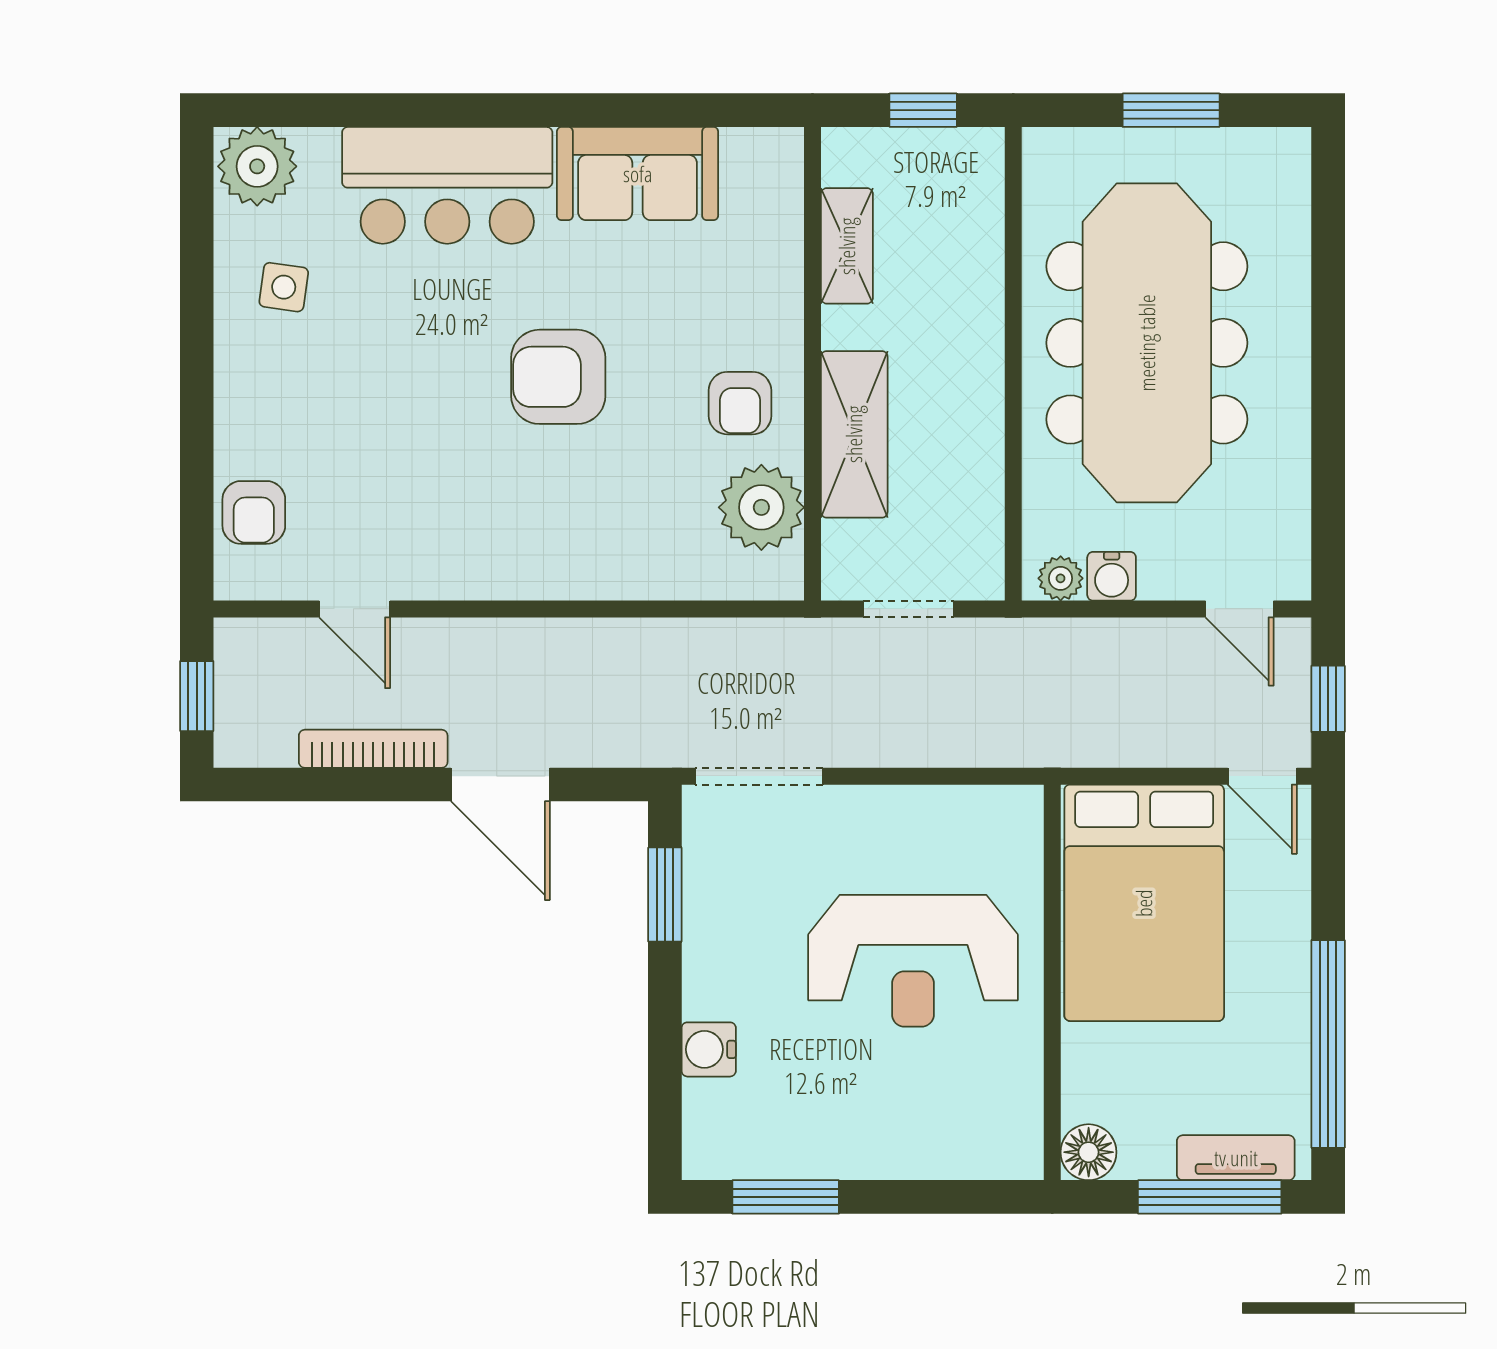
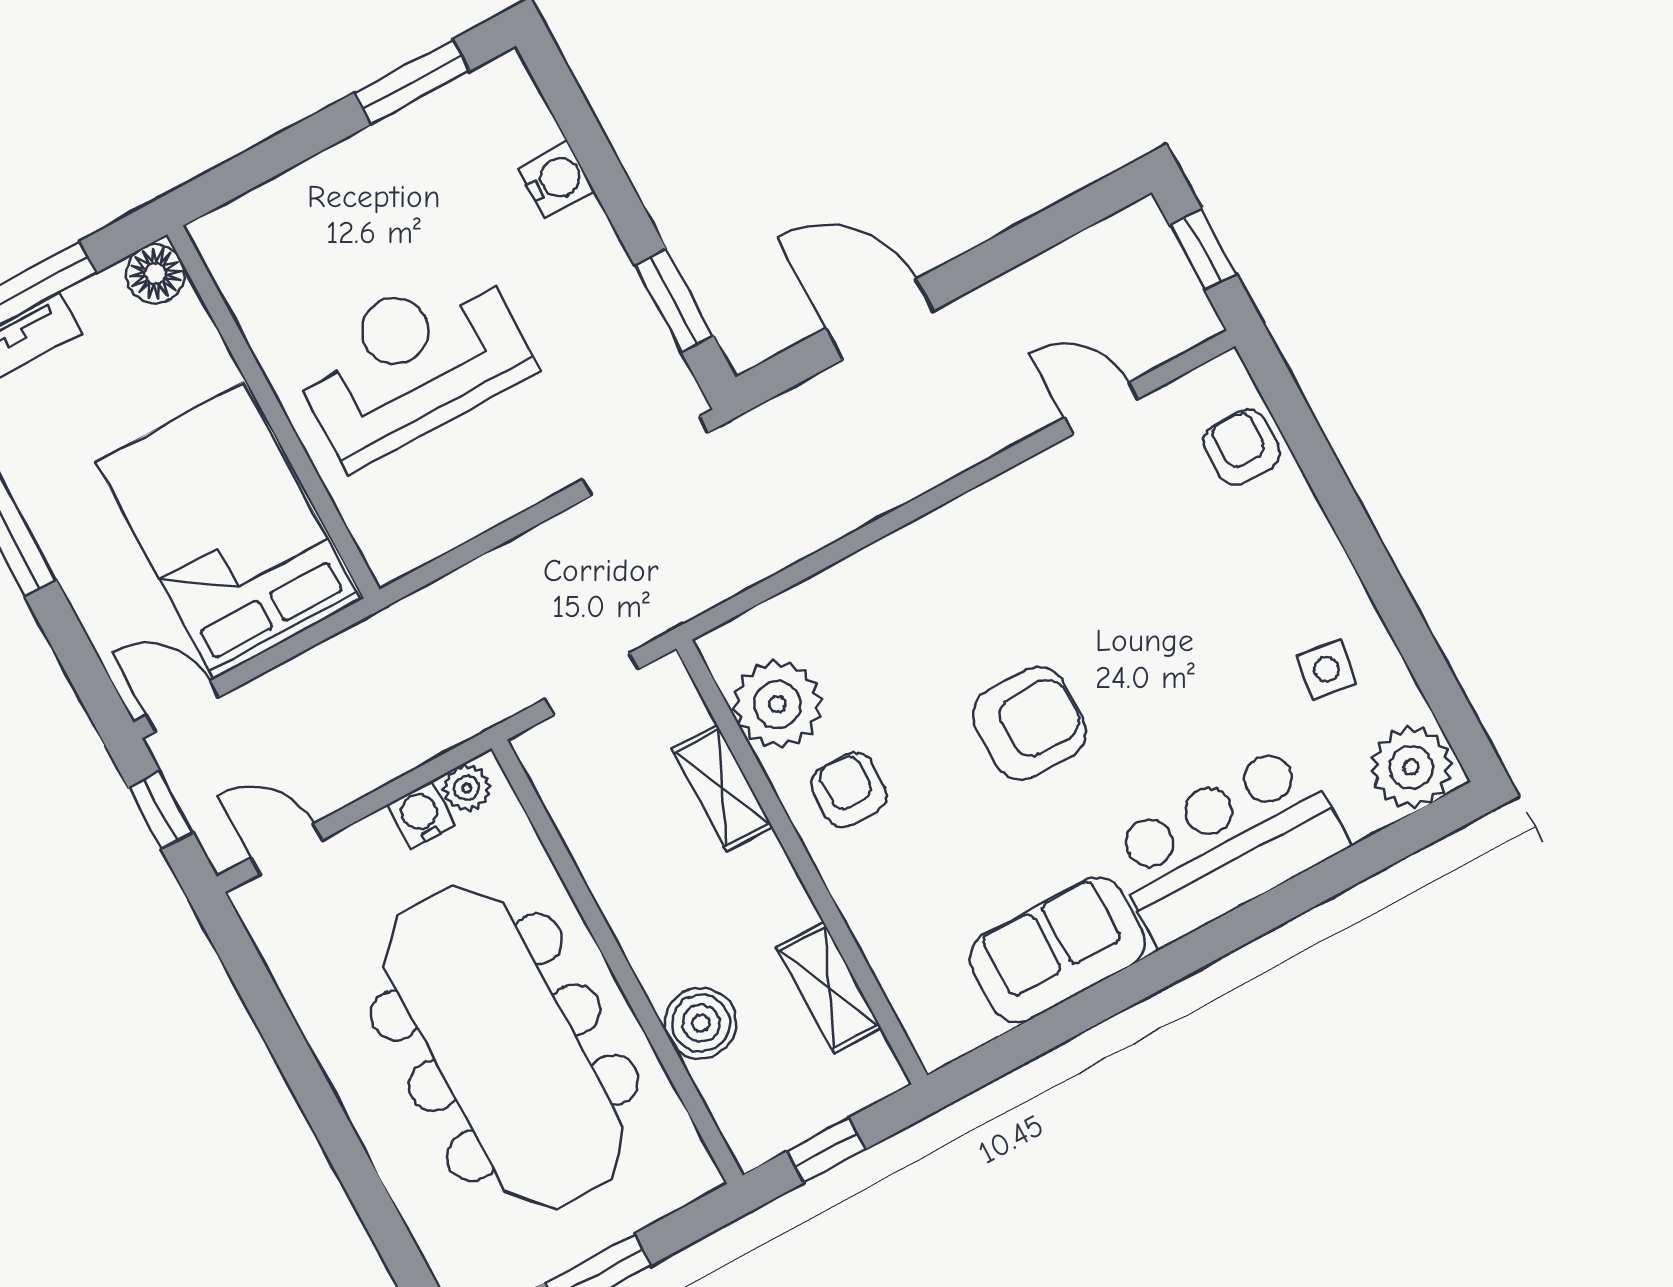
boiler: (971, 274) -> (701, 1023), added
shelving: (854, 434) -> (722, 788), width x0.67, depth x0.75
bookcase: (373, 749) -> (1014, 289), removed

